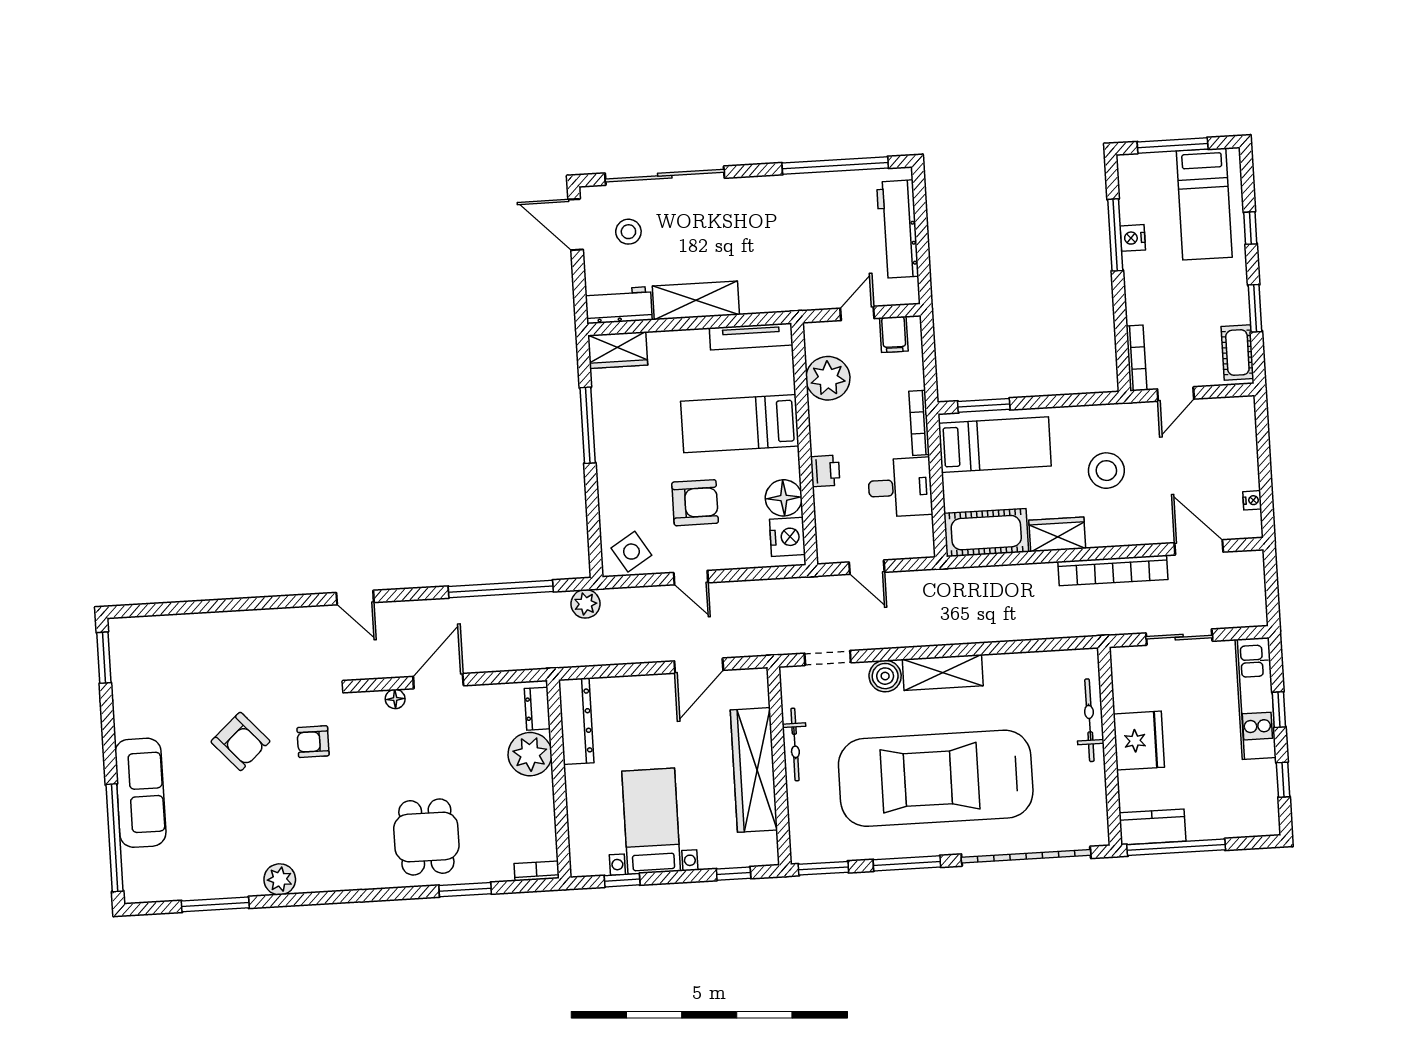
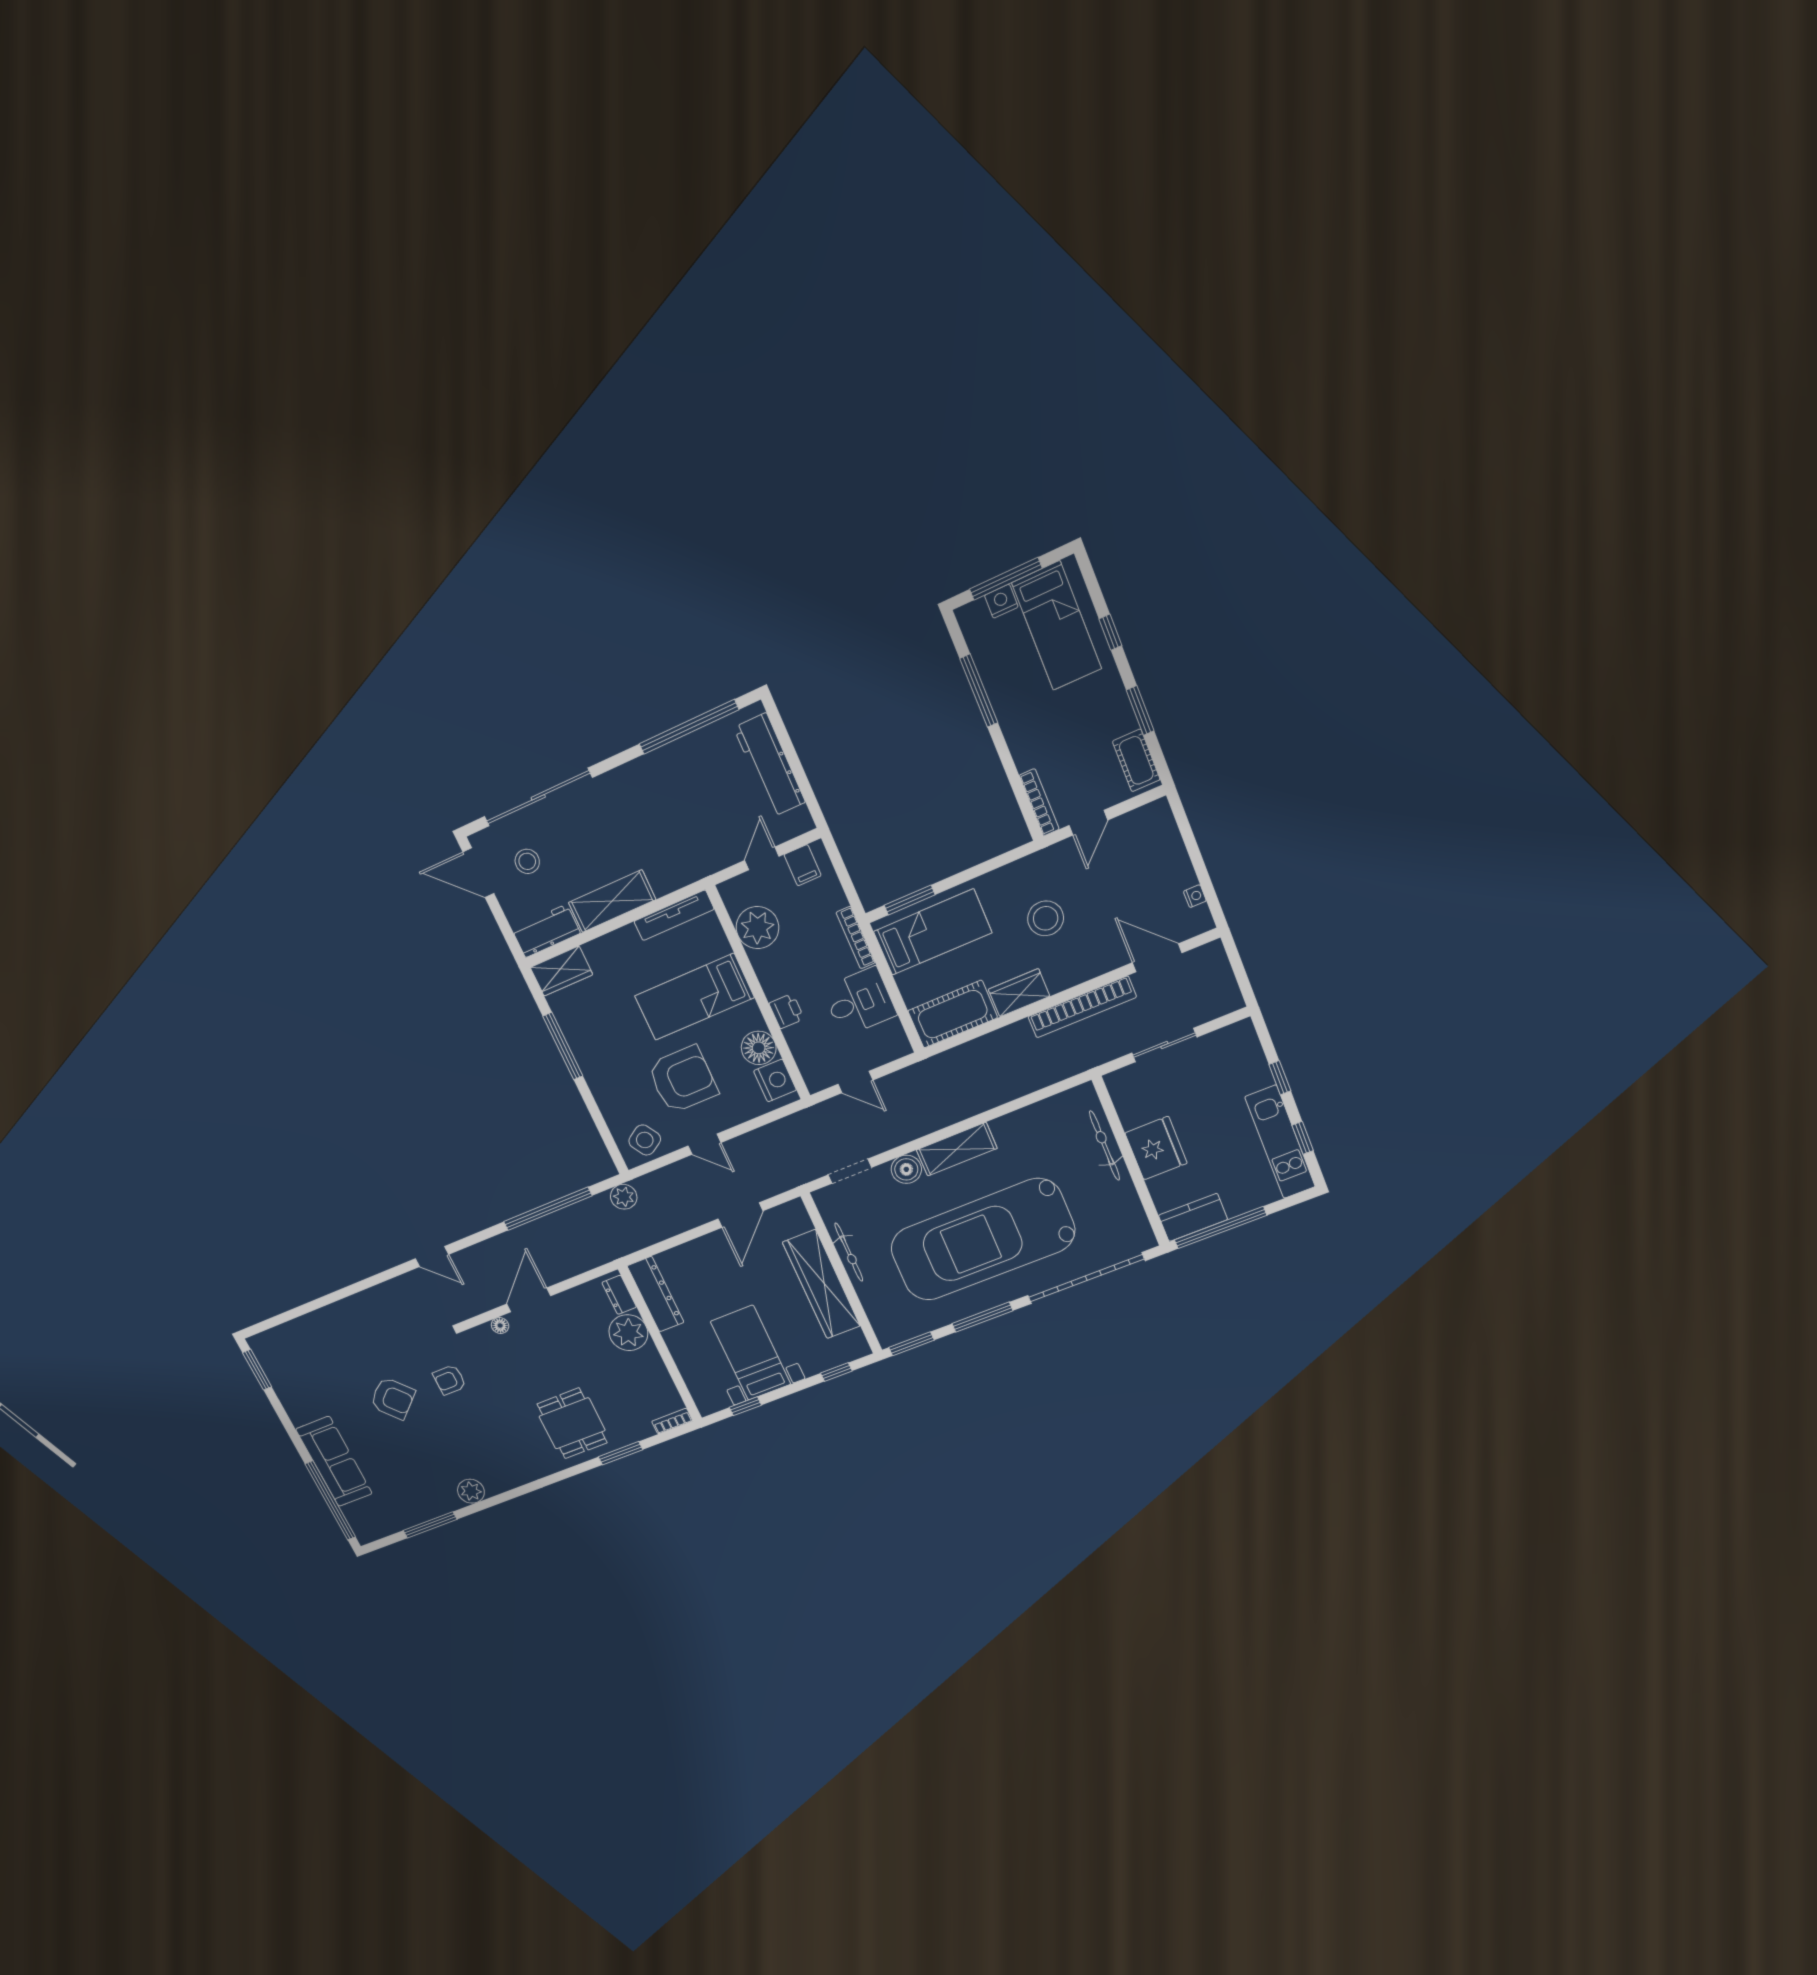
nightstand: (1133, 238) -> (1001, 601), moved, turned 90
armchair: (695, 503) -> (683, 1079), width x1.36, depth x1.36
kitchen unit: (1256, 698) -> (1280, 1142), moved

